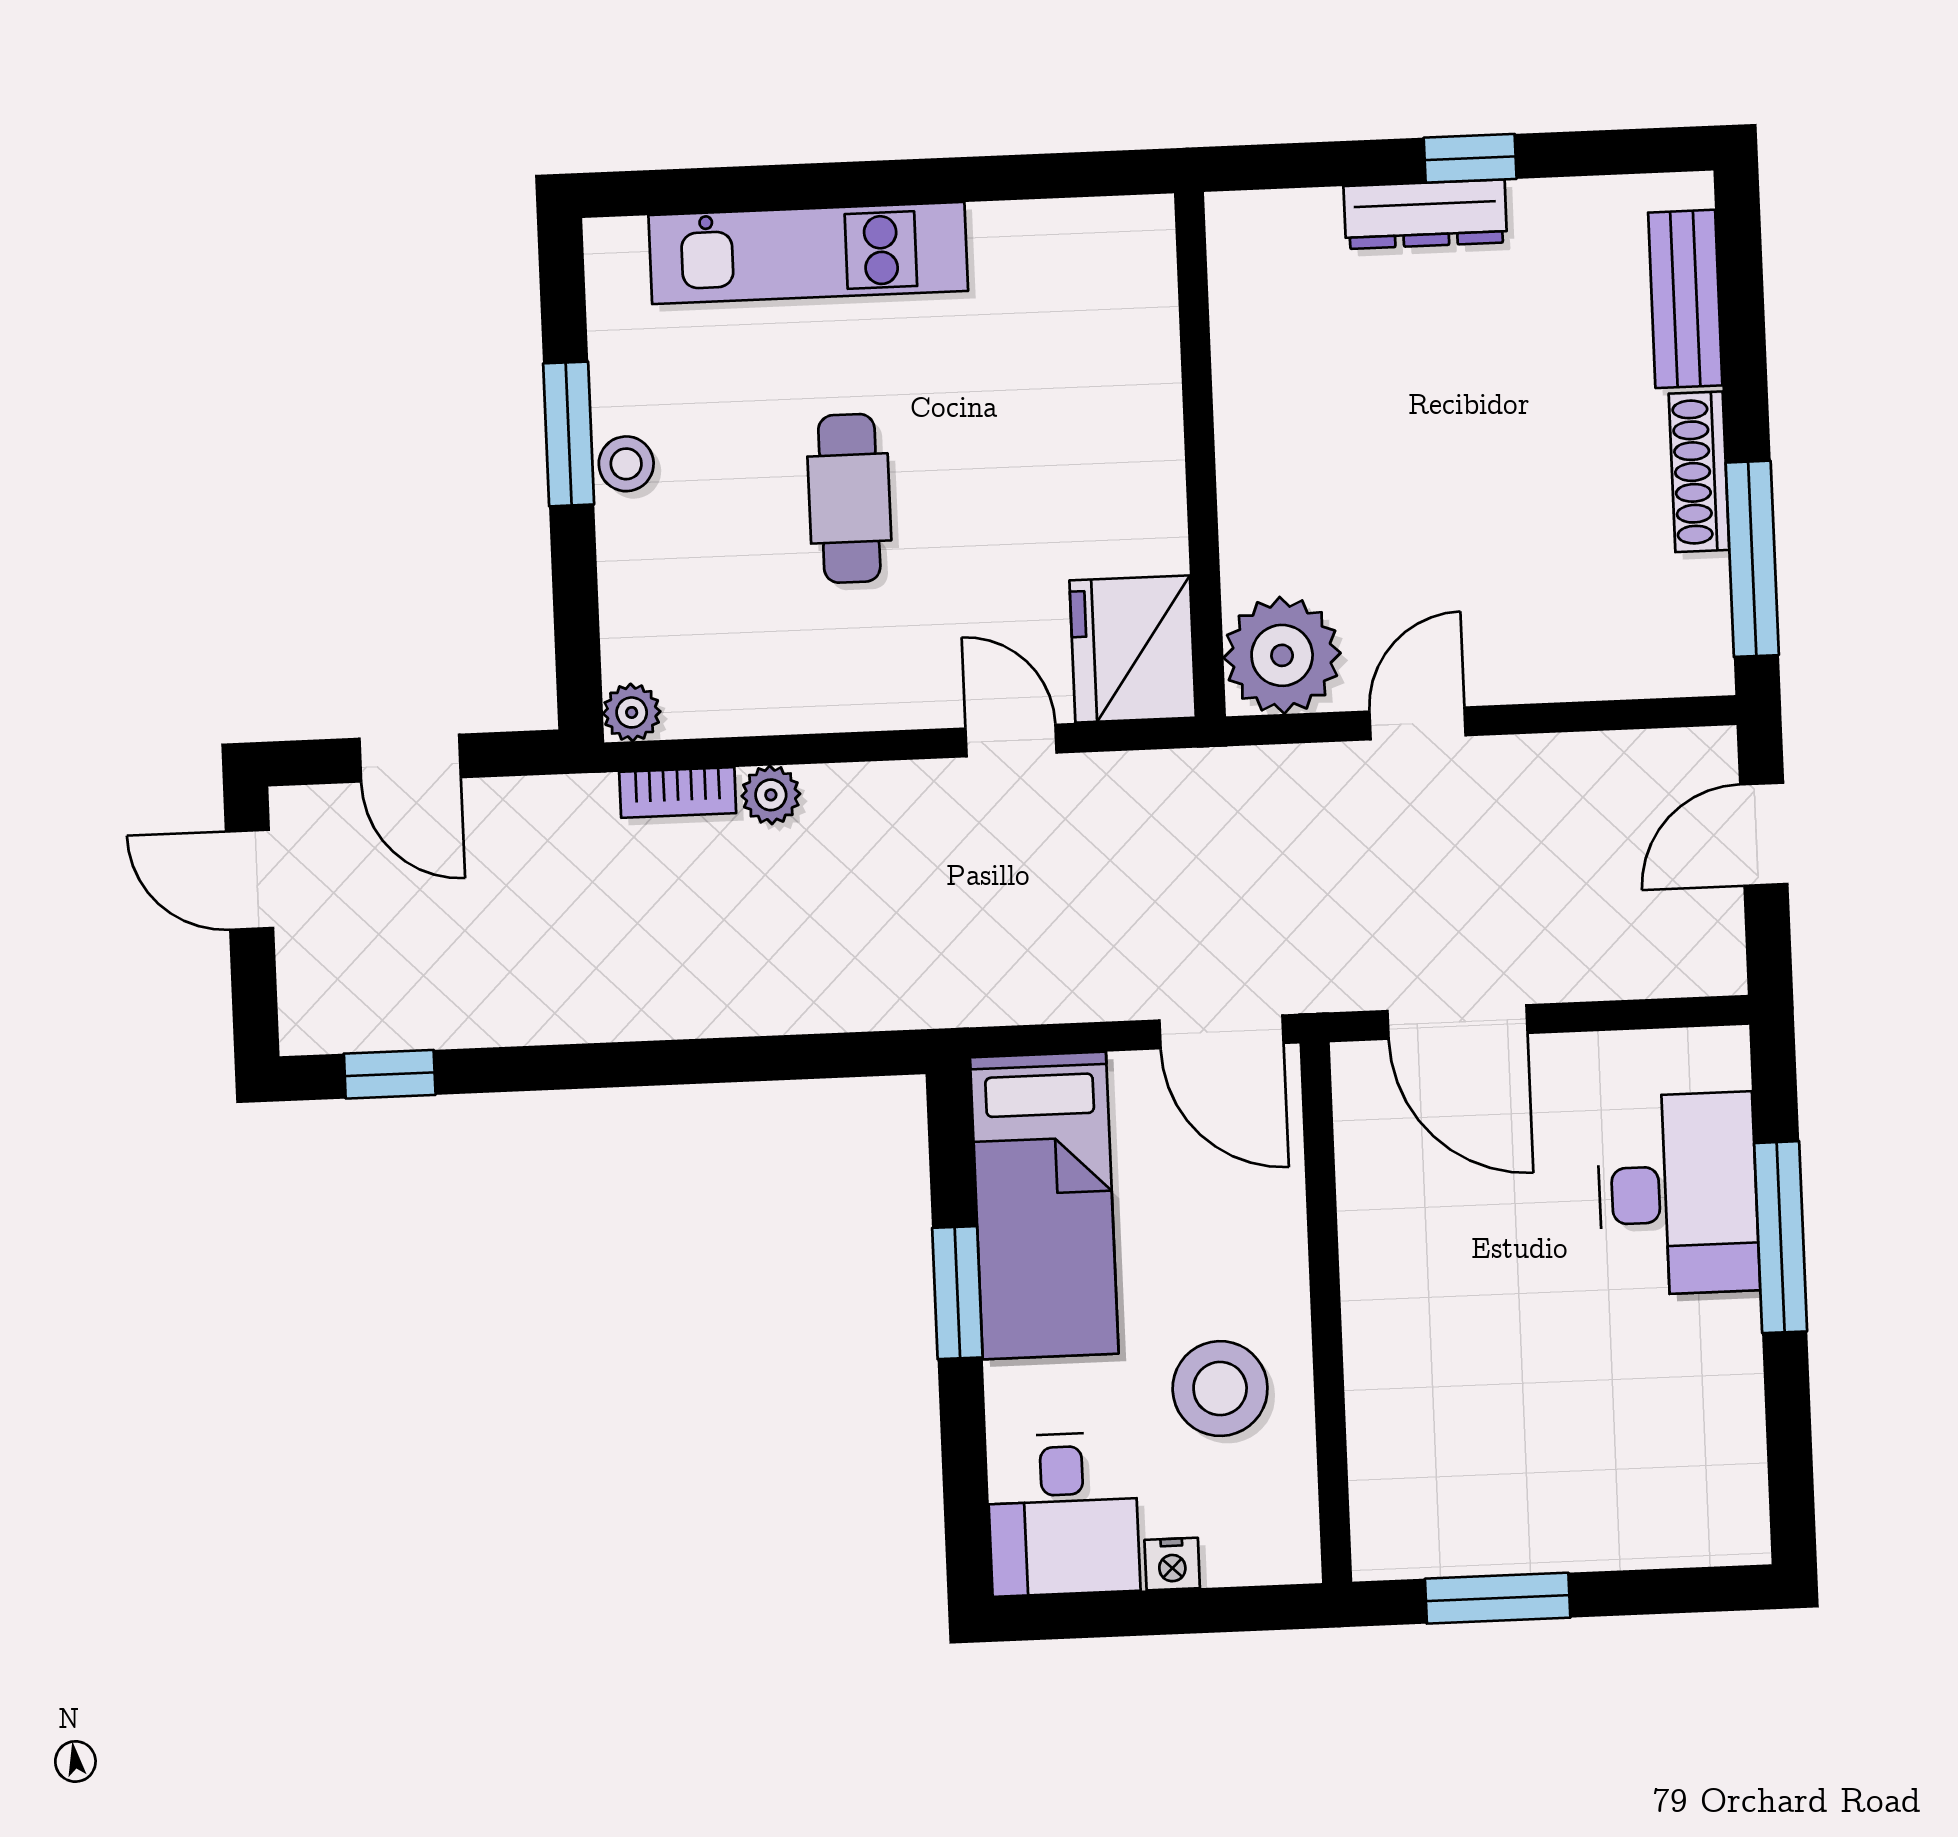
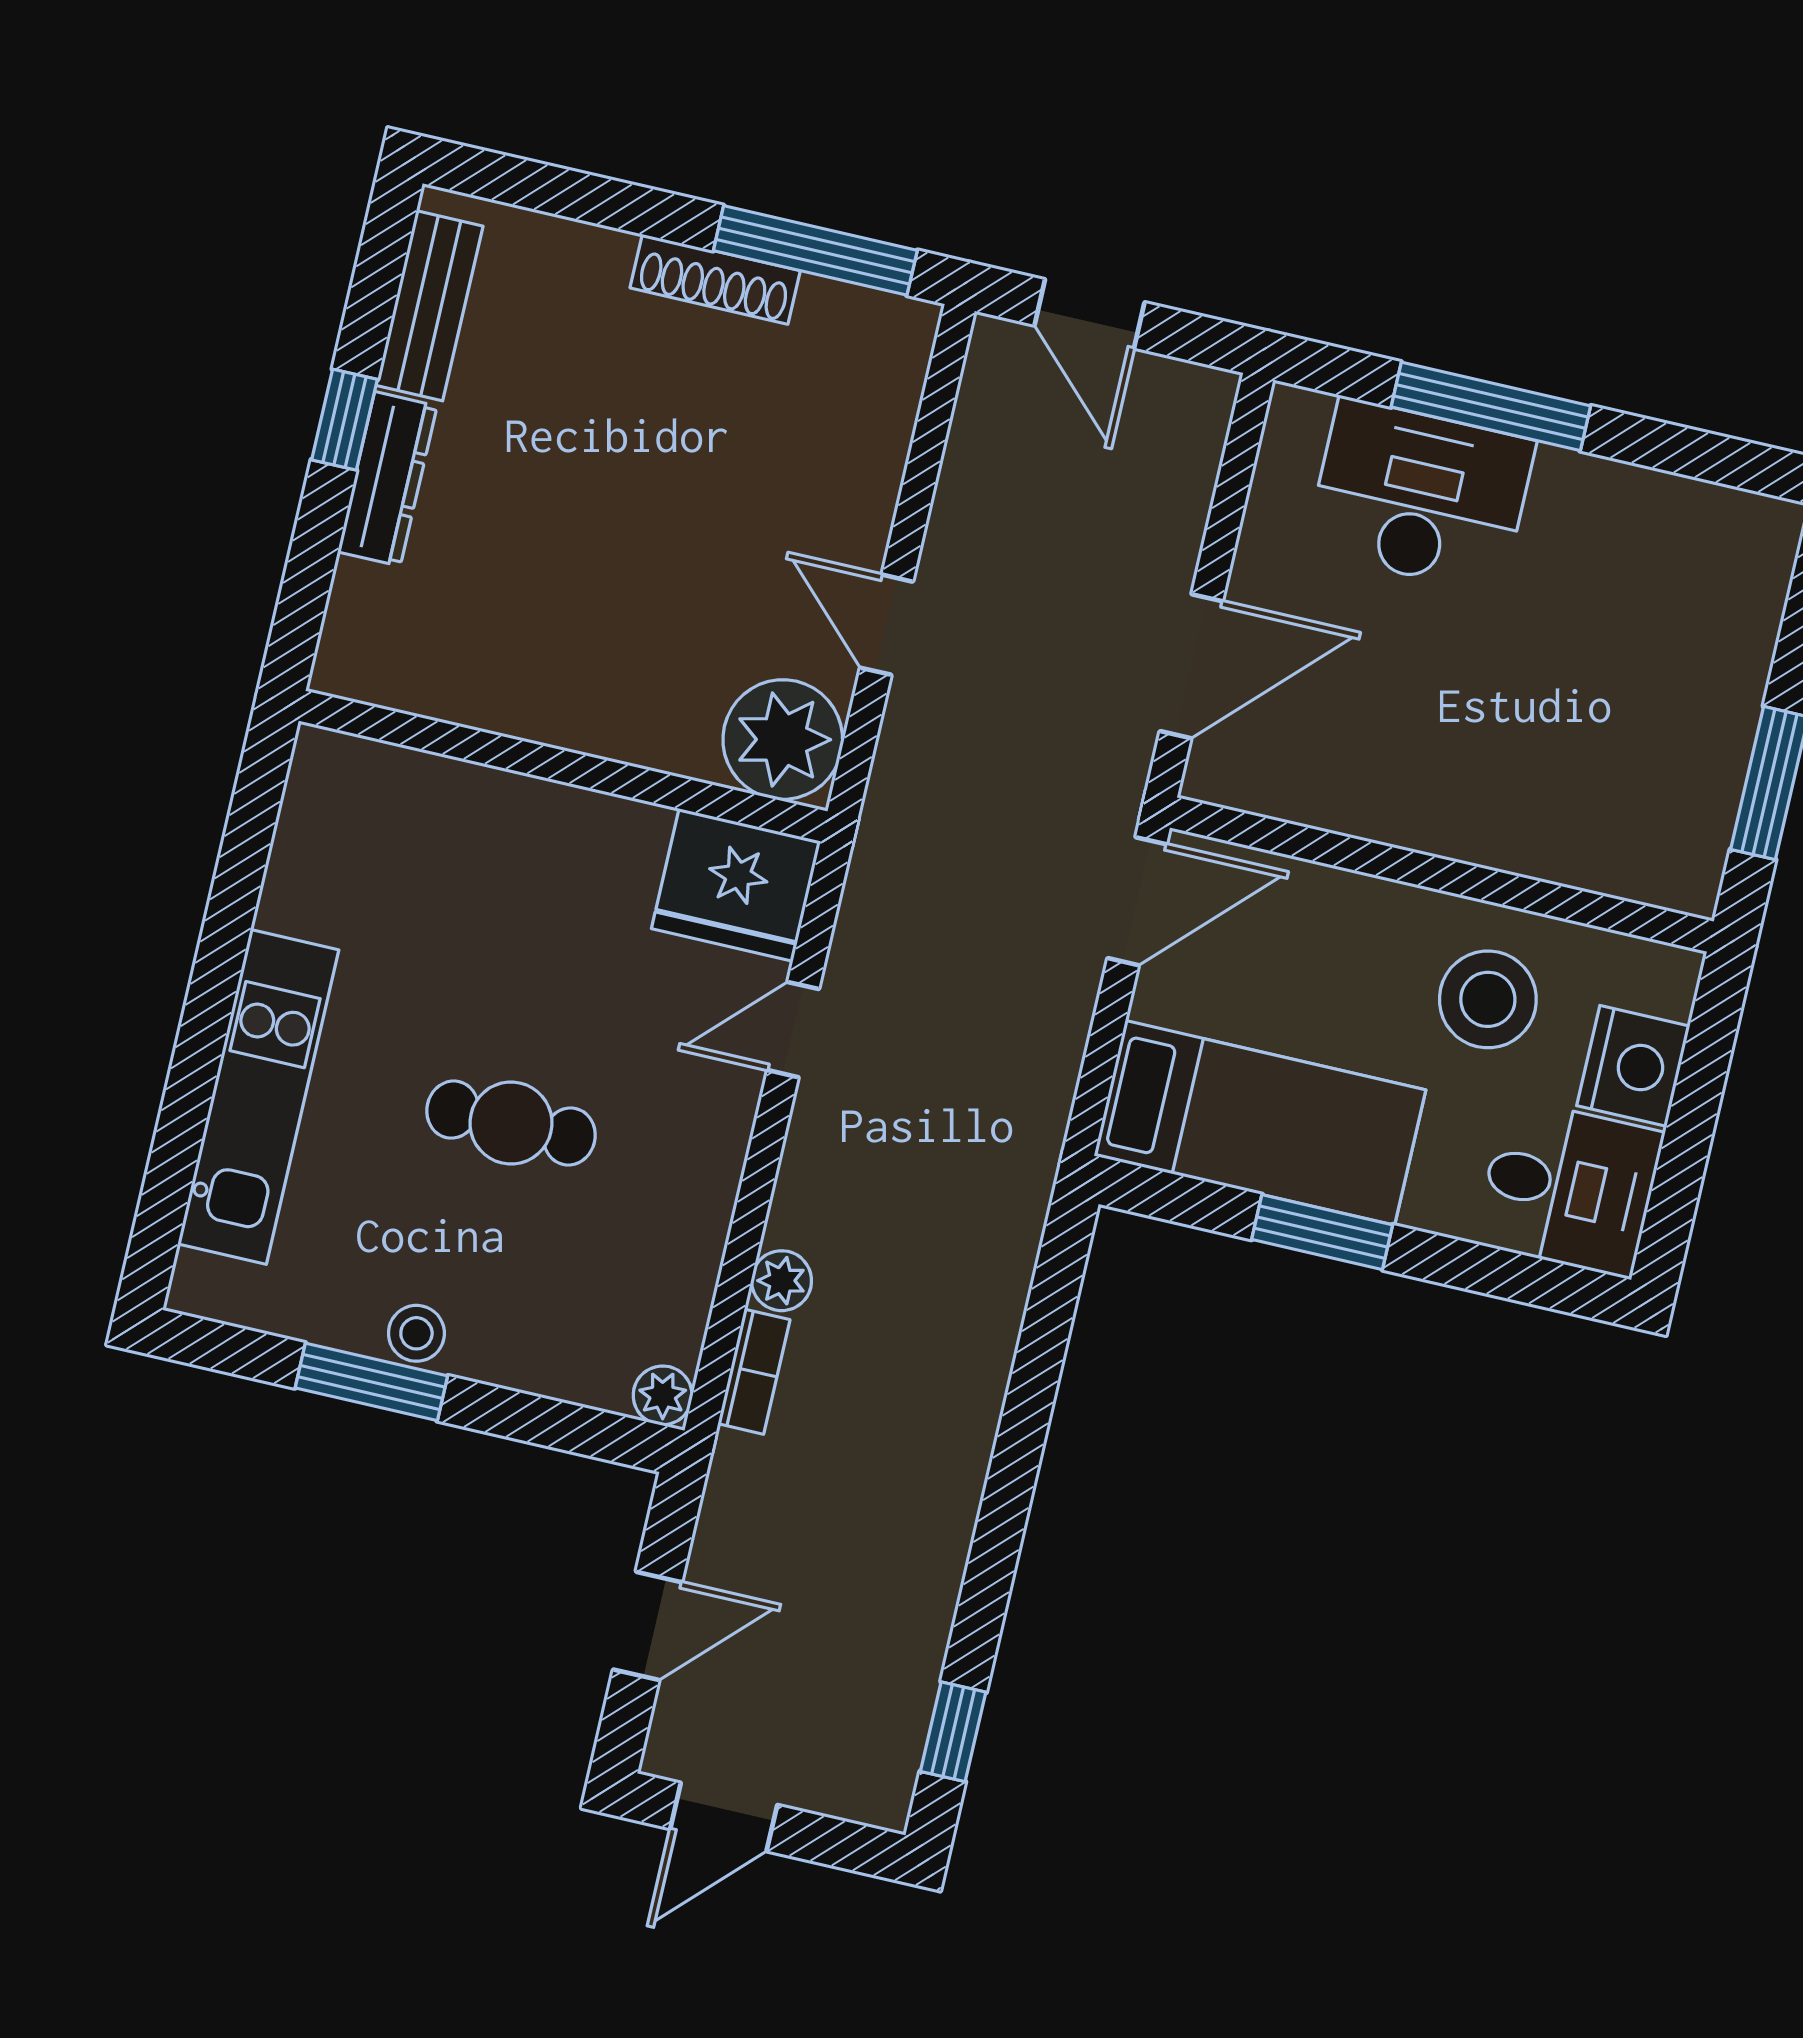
bench: (1685, 299) -> (429, 306), moved, turned 90
nightstand: (1172, 1564) -> (1633, 1066), width x1.89, depth x1.79

